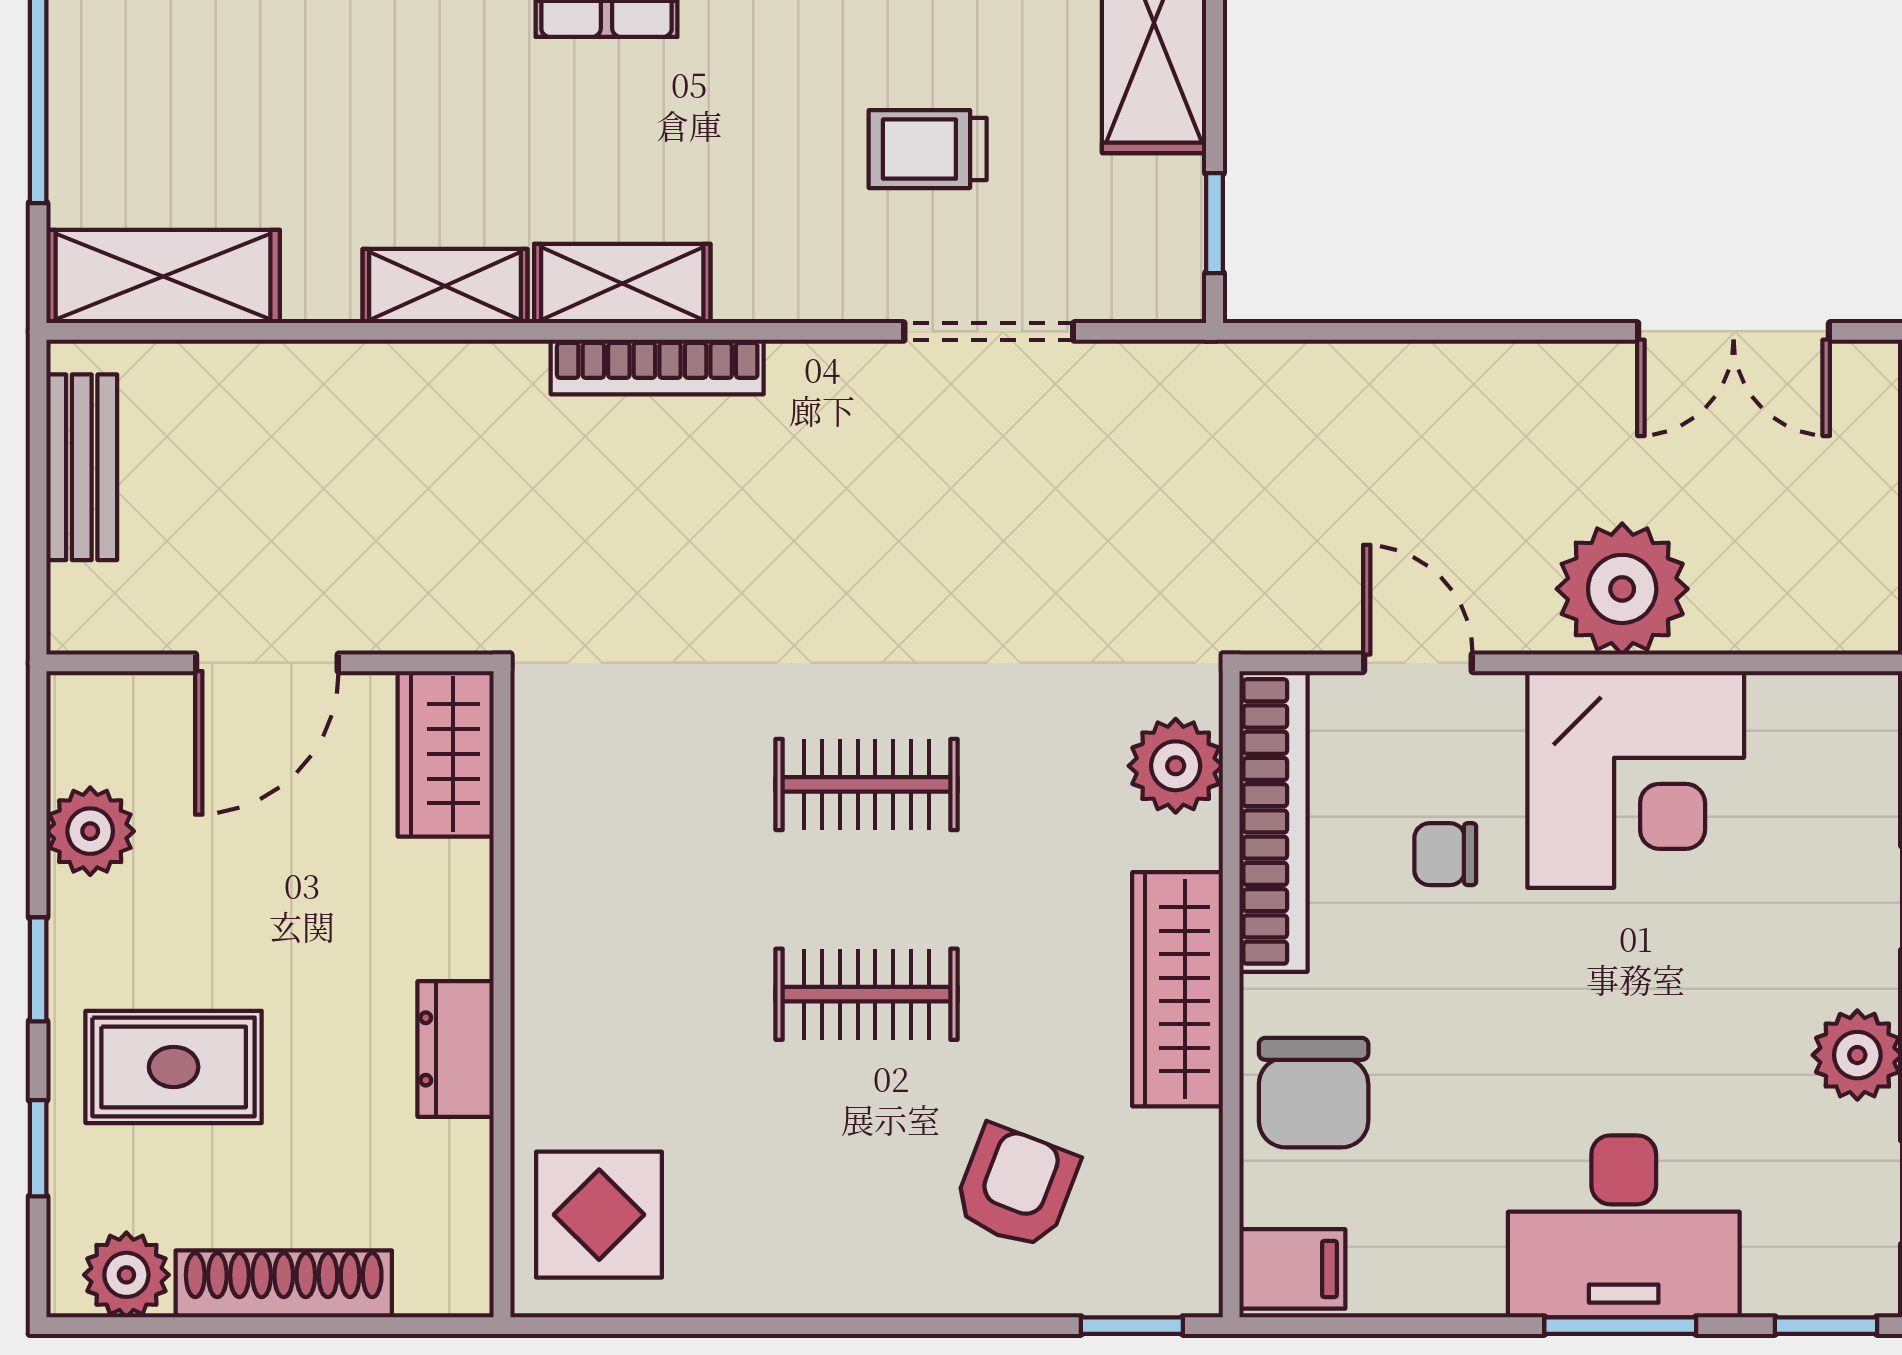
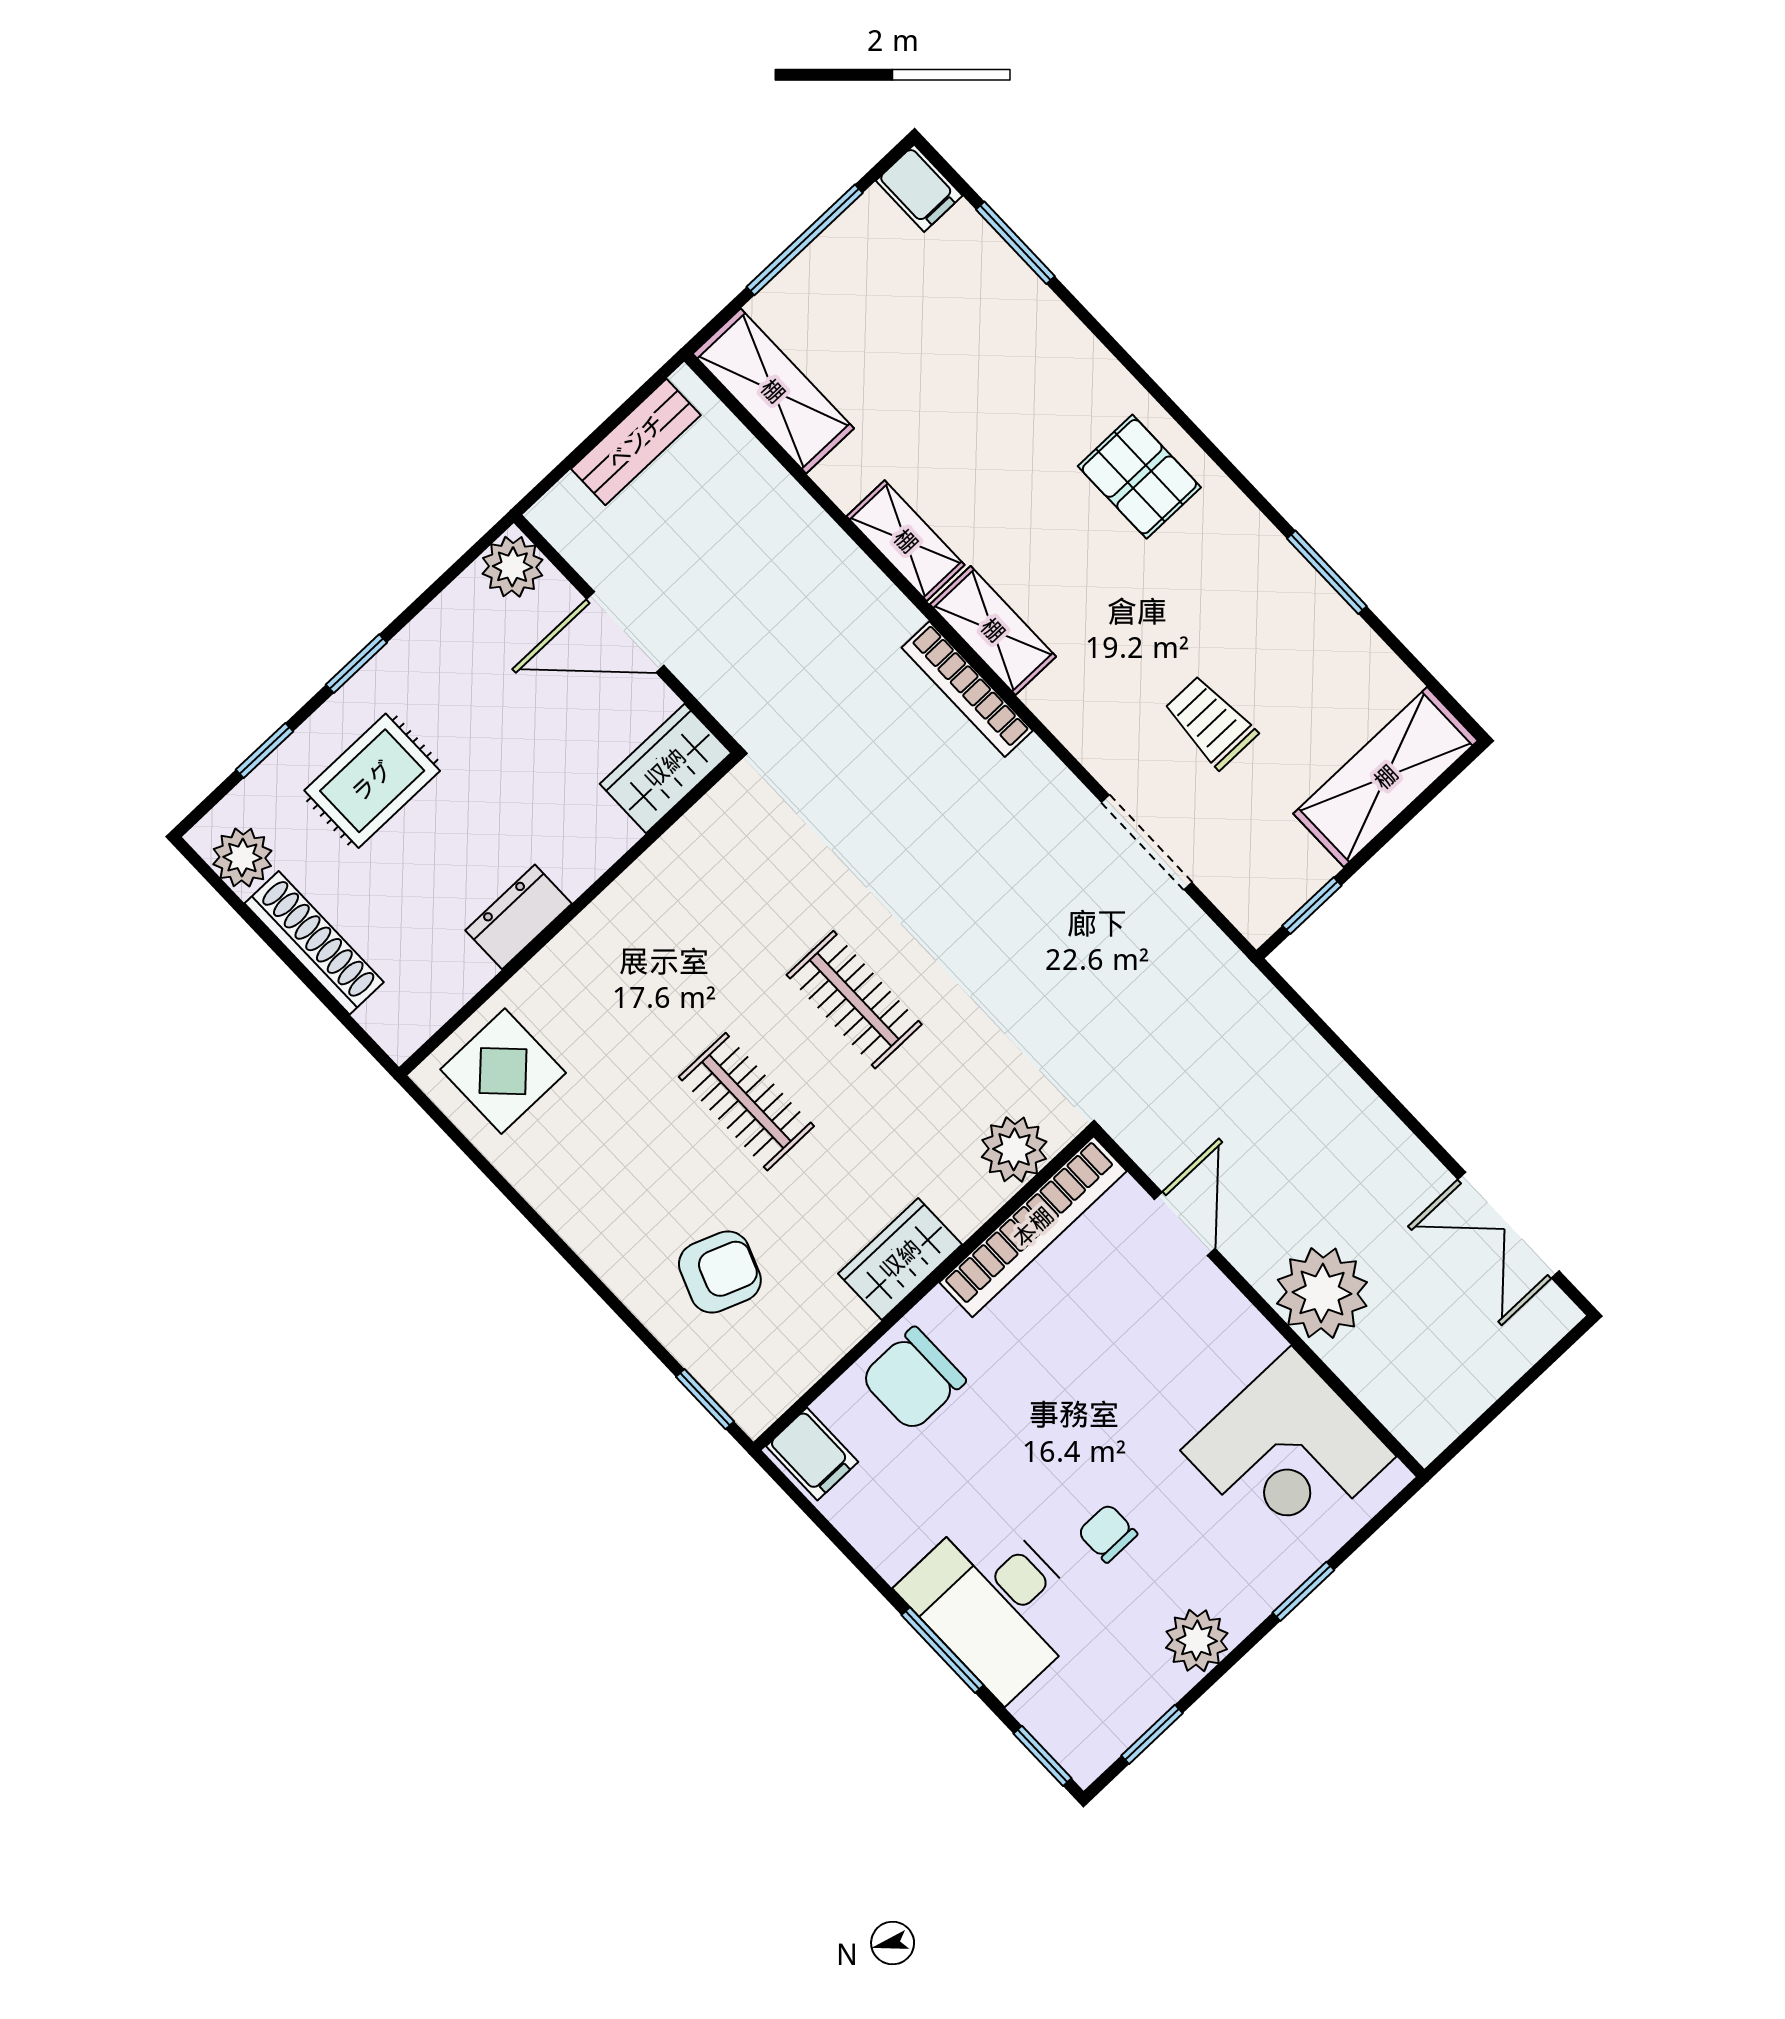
corner desk: (1636, 779) -> (1288, 1453), moved
plant: (90, 831) -> (513, 567), moved
chair: (1445, 854) -> (1108, 1533), moved
wardrobe: (1178, 989) -> (900, 1259), width x0.67
rug: (174, 1067) -> (372, 781), turned 90

